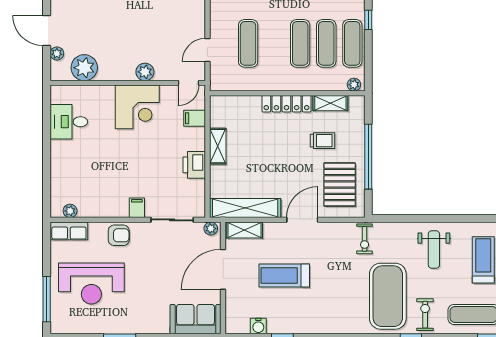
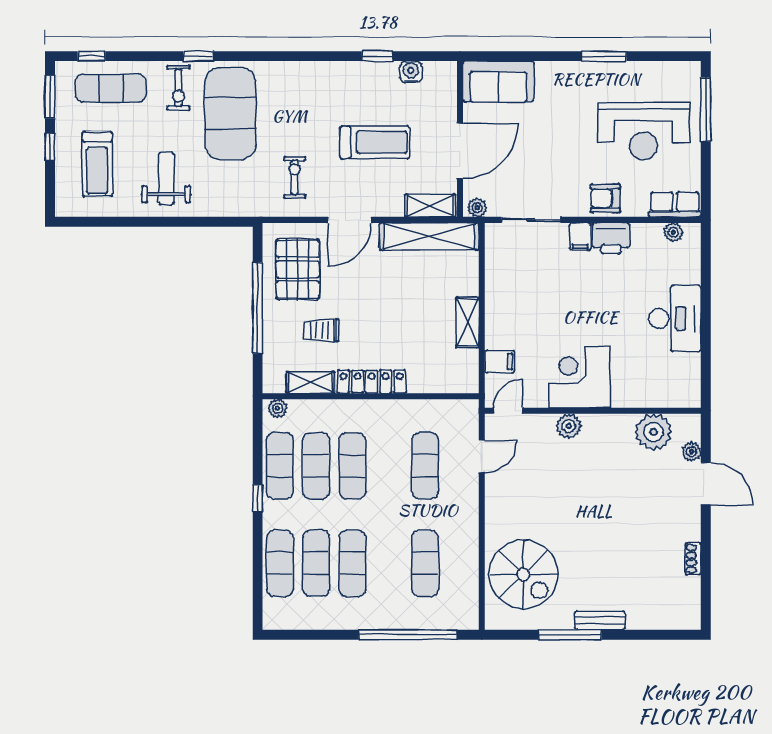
desk: (69, 122) -> (675, 319), moved, width x1.37
printer: (194, 165) -> (611, 238), moved, turned 90
exercise bike: (365, 239) -> (295, 177), moved
reception desk: (91, 284) -> (643, 131), turned 180

